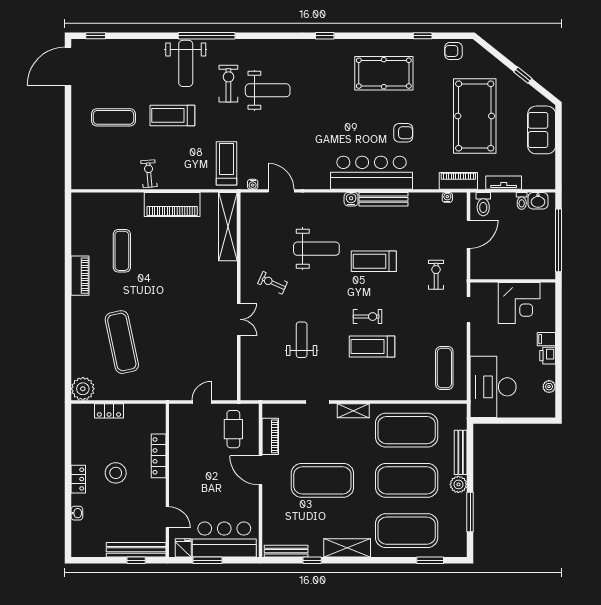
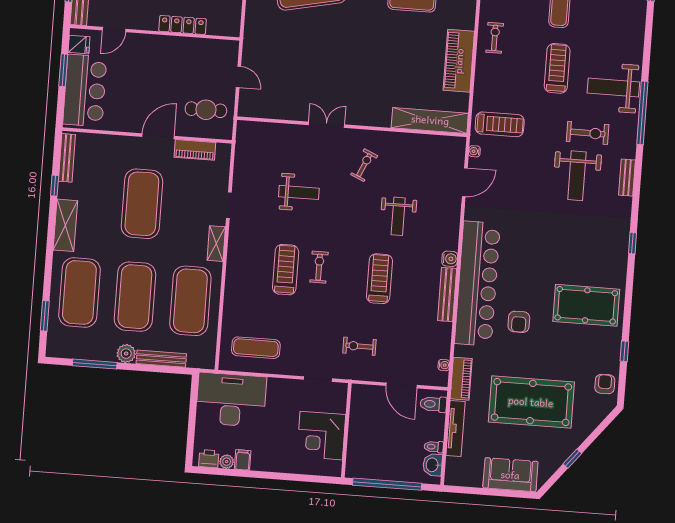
bench: (266, 45) -> (627, 178), added
pool table: (384, 73) -> (586, 305), turned 90
bar counter: (372, 173) -> (477, 283), width x1.36
exercise bike: (149, 174) -> (495, 38), turned -85
tv unit: (504, 183) -> (456, 428), width x1.41
weight bench: (316, 249) -> (398, 216), width x0.73, depth x0.75
exercise bike: (436, 275) -> (359, 346), turned 180
exercise bike: (368, 317) -> (319, 267), turned 180
double door: (239, 319) -> (326, 125), swing flipped
filing cabinet: (546, 339) -> (243, 460), moved
printer: (548, 356) -> (209, 459), moved

